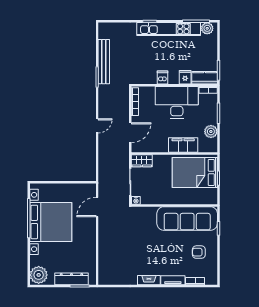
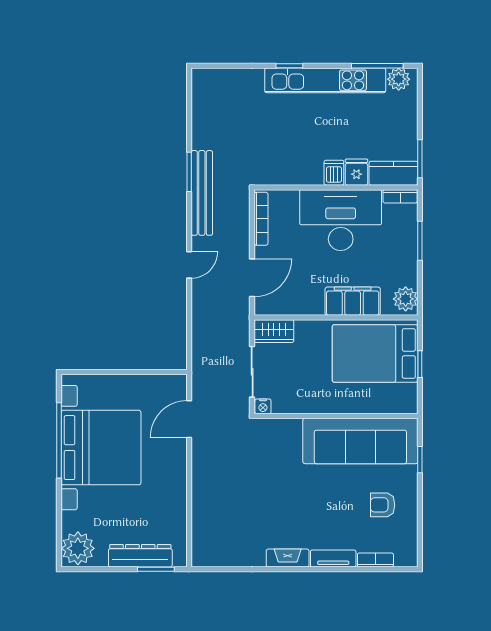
bench: (104, 62) -> (202, 193), moved
dishwasher: (163, 78) -> (334, 173), moved
plant: (211, 132) -> (406, 299), moved

